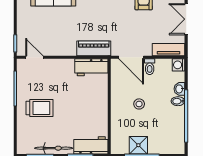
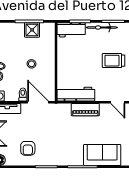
piano: (94, 48) -> (85, 110), moved
workbench: (91, 67) -> (76, 94), width x1.38

